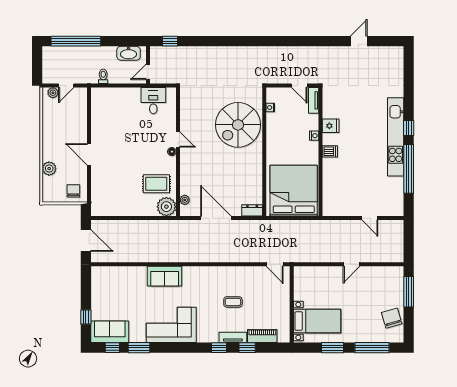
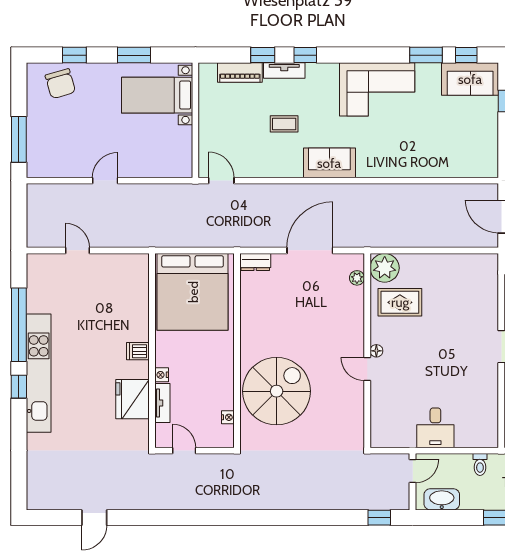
tv unit: (314, 100) -> (162, 403), moved
desk: (153, 101) -> (435, 428), moved
fridge: (331, 126) -> (132, 399), width x1.88, depth x1.34
door: (216, 218) -> (310, 250), swing flipped
sofa: (165, 276) -> (329, 163), moved
chair: (392, 318) -> (60, 84), moved
window: (372, 348) -> (74, 55), width x0.46

